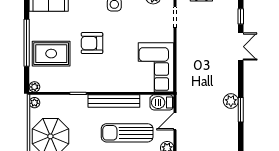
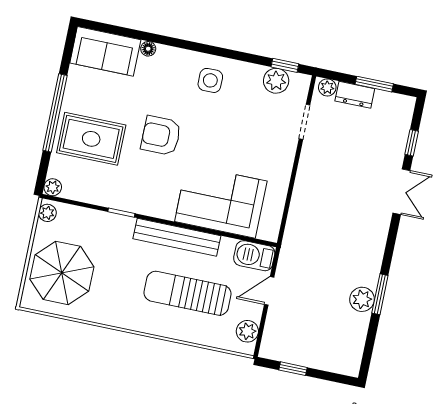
corner sofa: (156, 67) -> (221, 201), moved, turned 90
plant: (231, 101) -> (362, 299), moved

